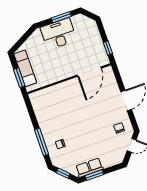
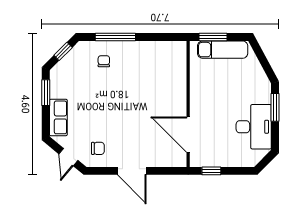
window: (61, 17) -> (275, 107), moved
desk: (58, 34) -> (254, 127), moved
row of seats: (89, 168) -> (58, 117), moved

